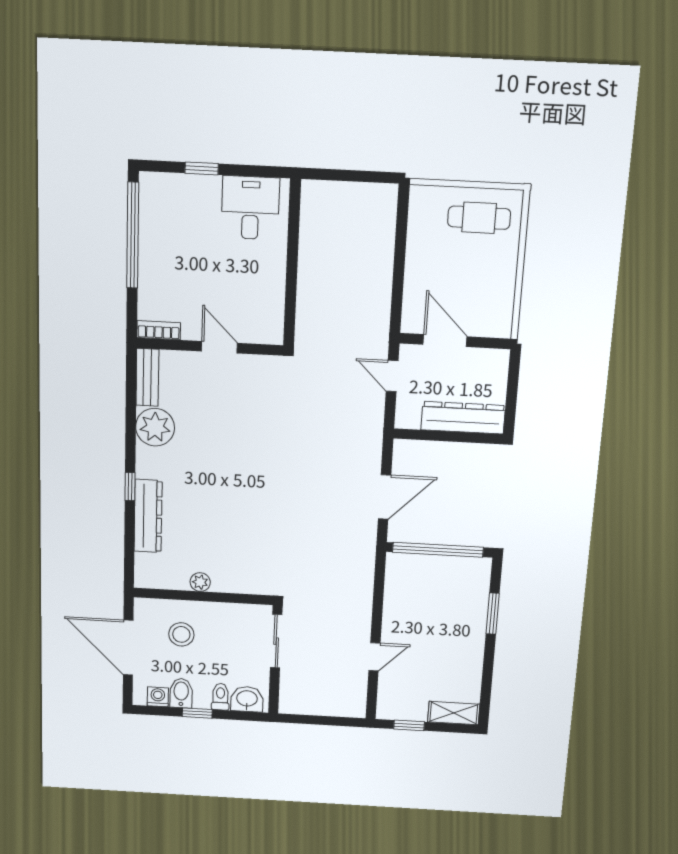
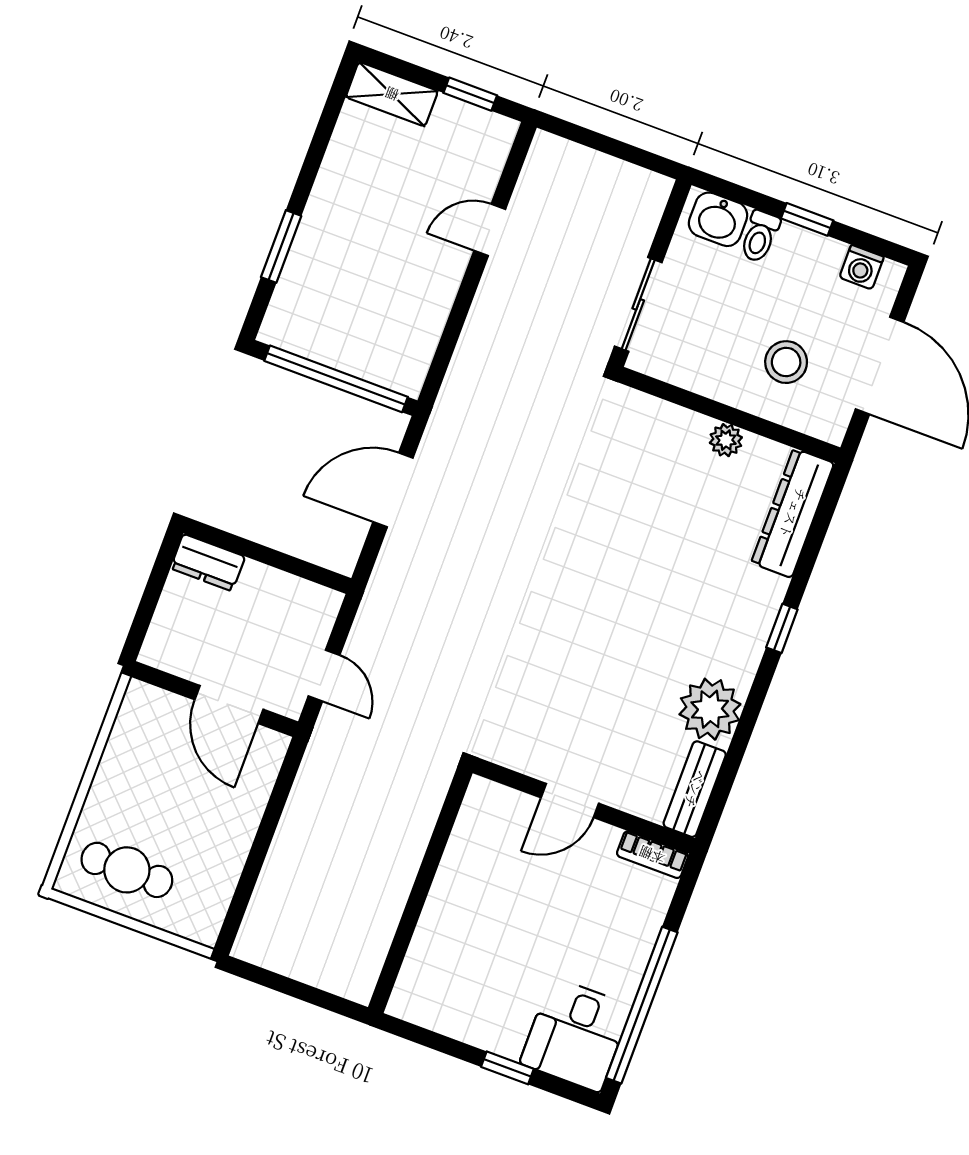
desk: (250, 208) -> (576, 1035), moved
door: (219, 347) -> (570, 800), hinge flipped
dresser: (463, 418) -> (208, 562), width x0.51, depth x0.80
dresser: (148, 516) -> (793, 513), moved
bidet: (181, 693) -> (821, 262), removed

